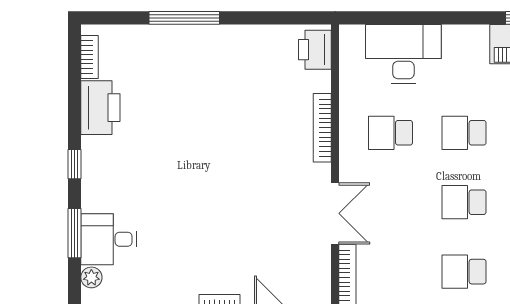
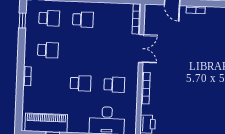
school desk: (464, 202) -> (82, 51), removed
double door: (335, 213) -> (141, 49), swing flipped

